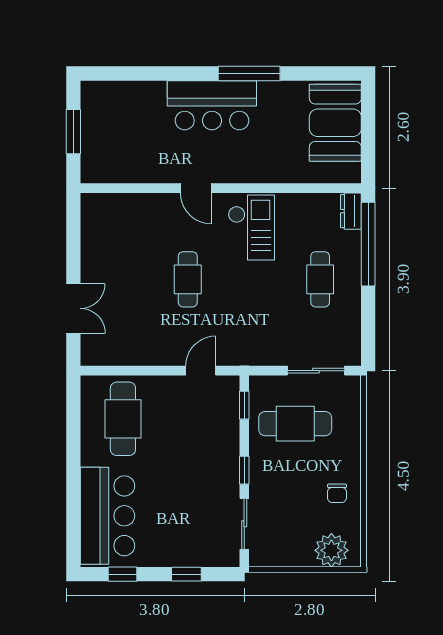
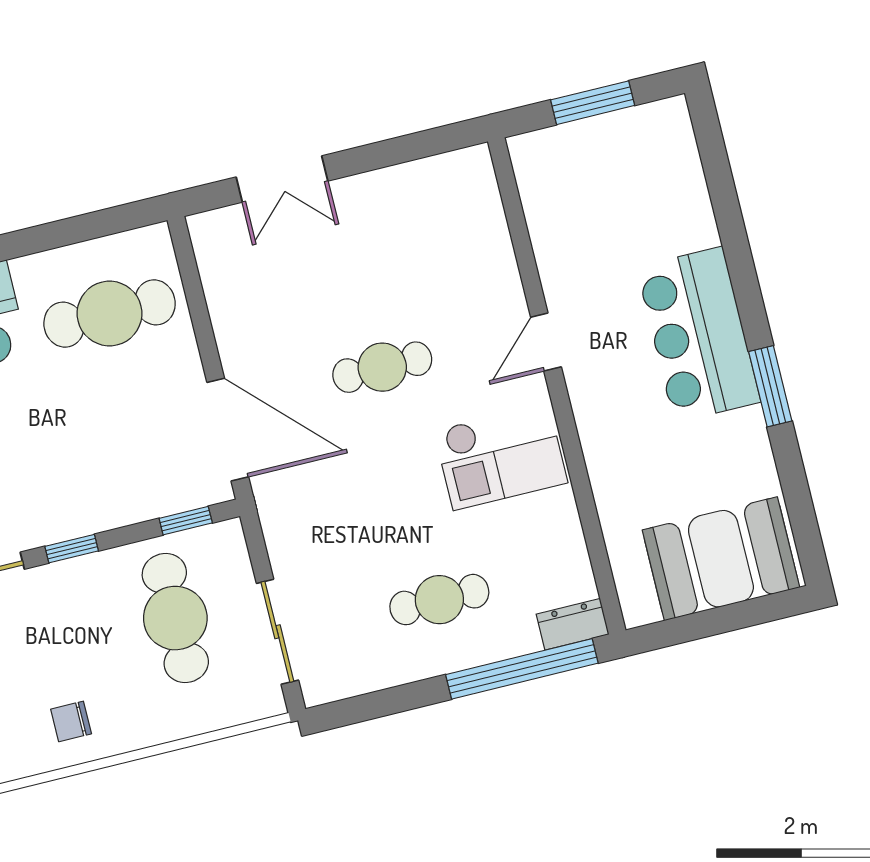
window: (249, 73) -> (770, 386), width x0.69
door: (201, 371) -> (228, 430), width x1.88

